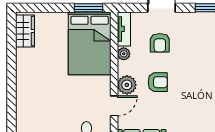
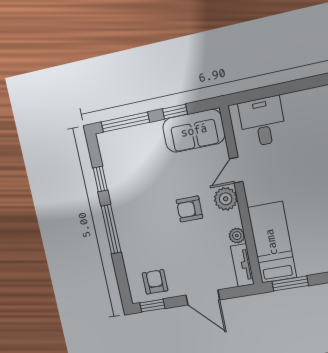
bed: (90, 43) -> (272, 242), width x0.67
armchair: (160, 43) -> (155, 282), moved

